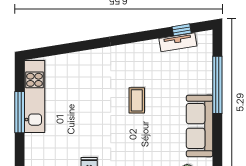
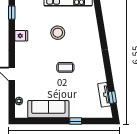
window: (217, 85) -> (76, 121), width x0.32
stool: (84, 112) -> (58, 33), added

